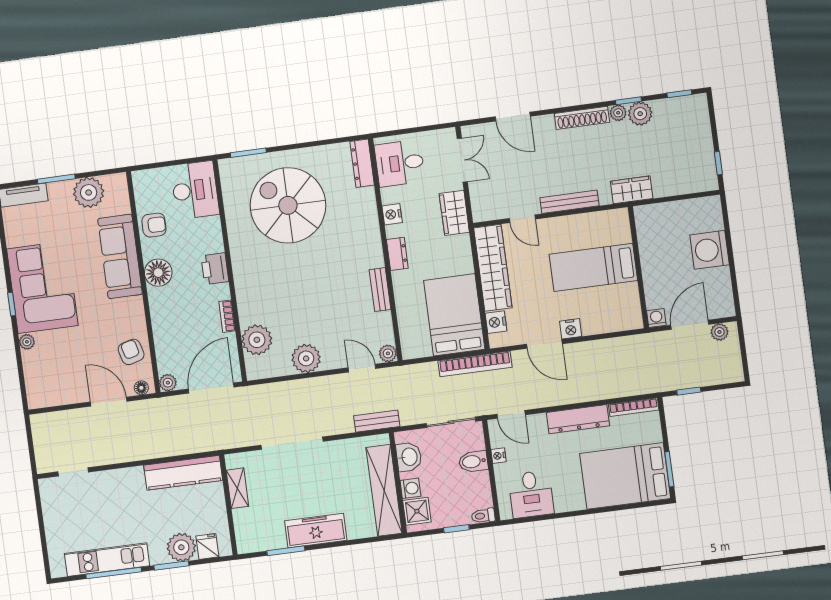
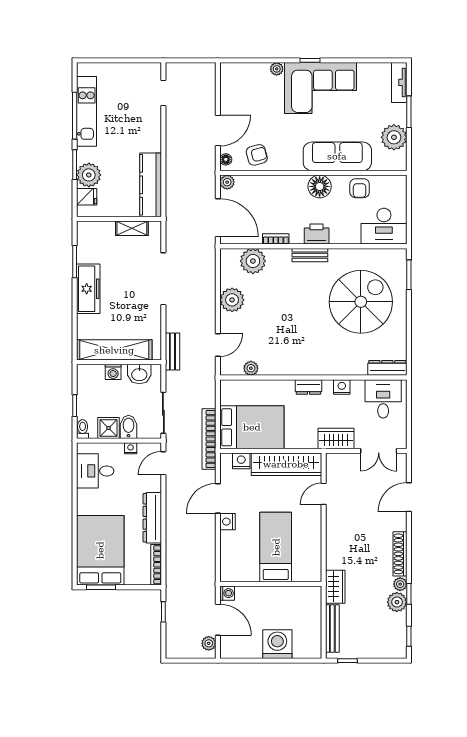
bench: (569, 202) -> (332, 629), moved
bench: (380, 290) -> (310, 255), moved
plant: (388, 353) -> (251, 368), moved
shower: (417, 511) -> (109, 428), moved

